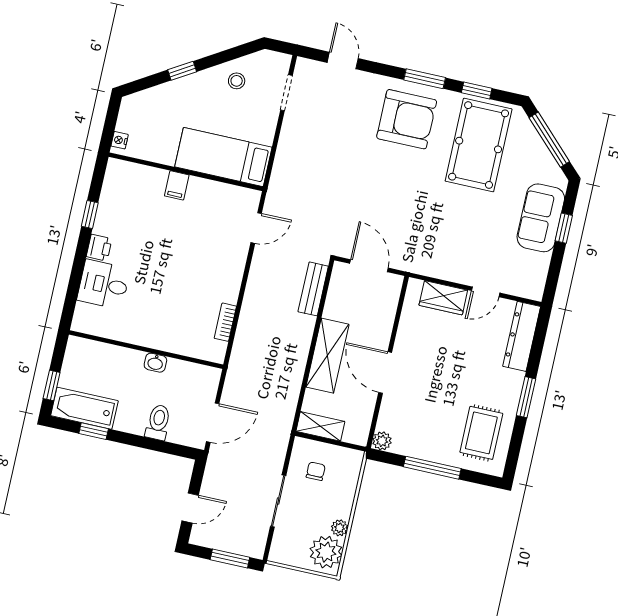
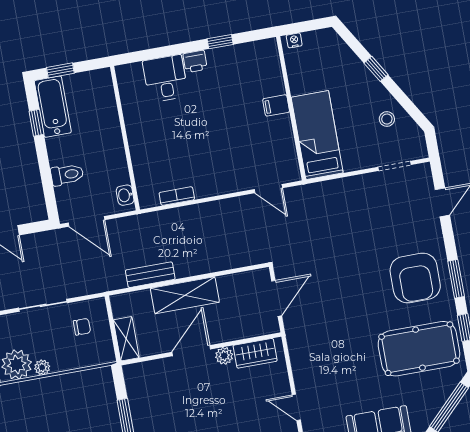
bench: (313, 289) -> (150, 275), moved
wardrobe: (443, 298) -> (255, 353), moved, turned -90
washbasin: (155, 363) -> (125, 195), moved
shelving: (320, 426) -> (126, 339), moved
plant: (382, 441) -> (224, 356), moved

